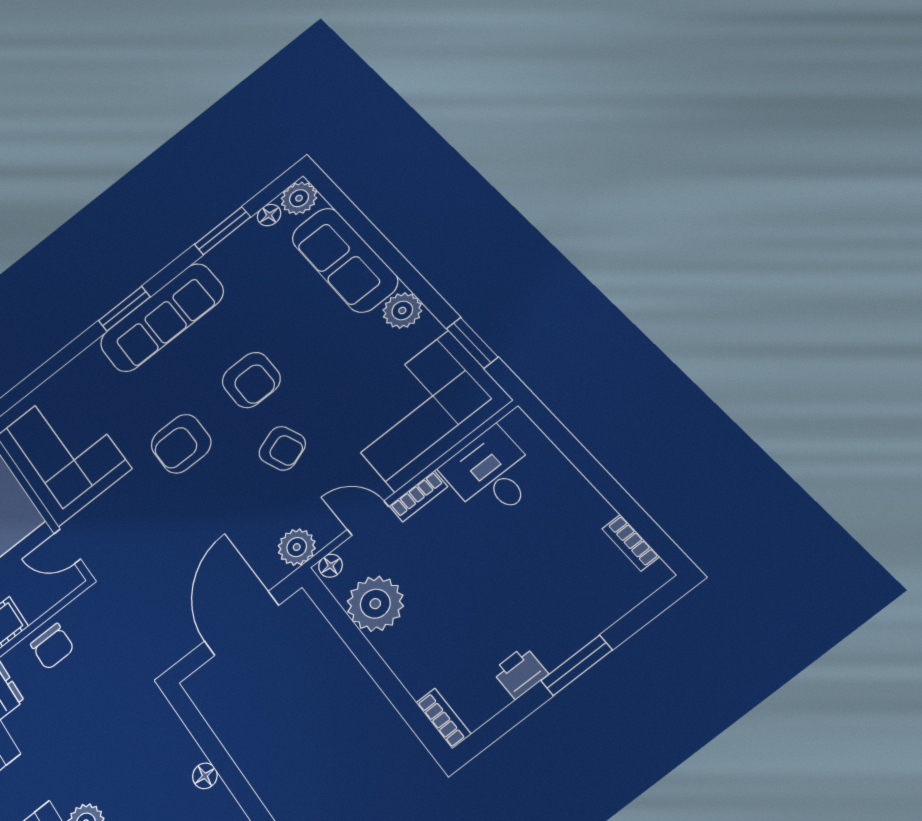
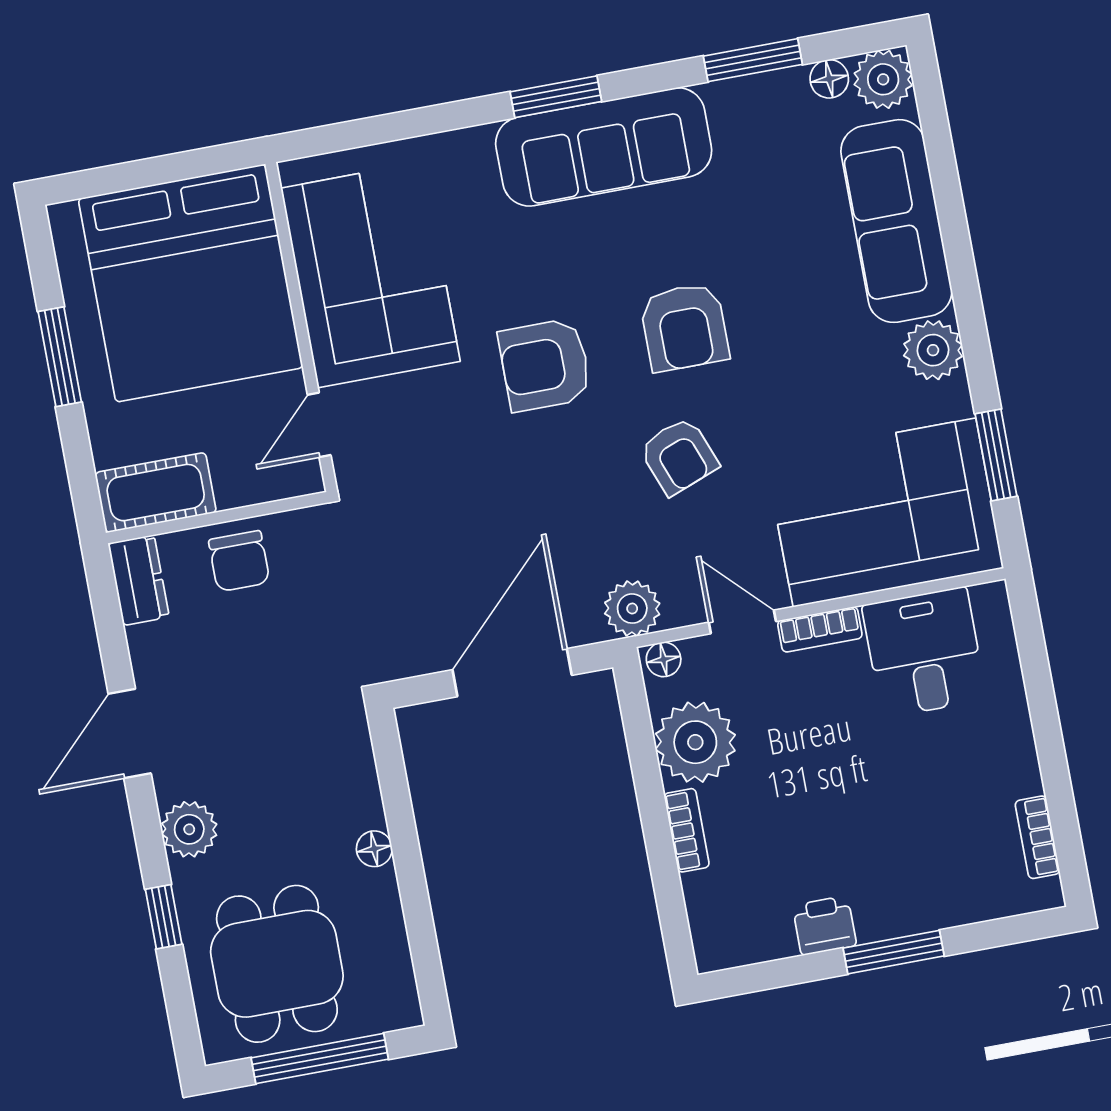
door: (67, 546) -> (319, 425), hinge flipped
bookcase: (443, 718) -> (687, 830), moved

